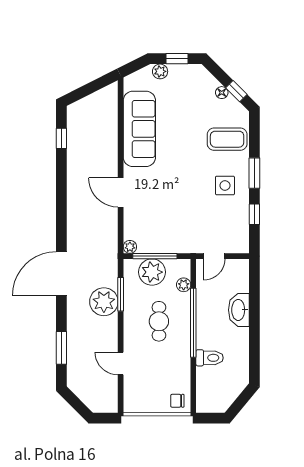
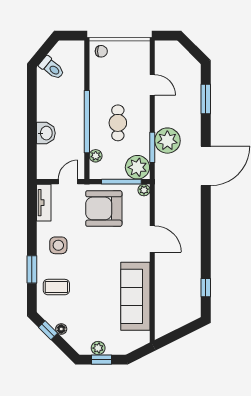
plant: (160, 71) -> (98, 348), moved
coffee table: (227, 139) -> (56, 287), width x0.73, depth x0.77
window: (254, 173) -> (32, 269), moved
window: (254, 214) -> (32, 219), removed
armchair: (174, 226) -> (104, 208), added
tv unit: (241, 233) -> (44, 203), added
plant: (152, 272) -> (137, 167), moved
washbasin: (239, 310) -> (46, 133), width x0.72
toilet: (210, 358) -> (52, 68), moved, turned -140

